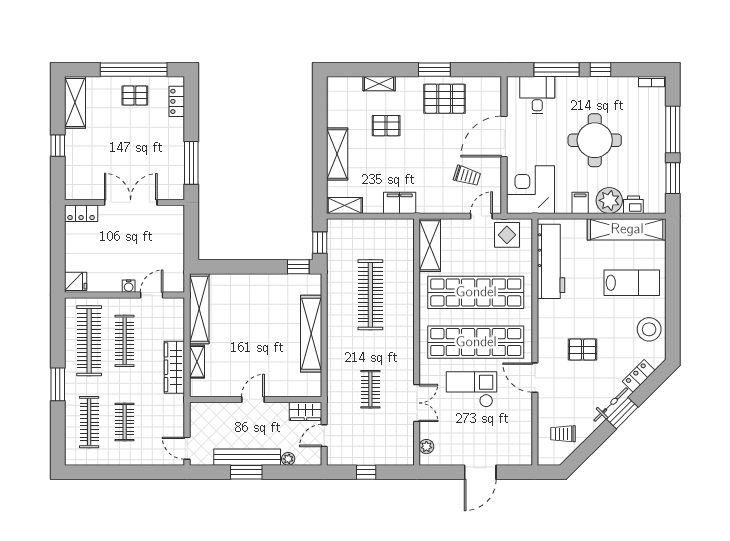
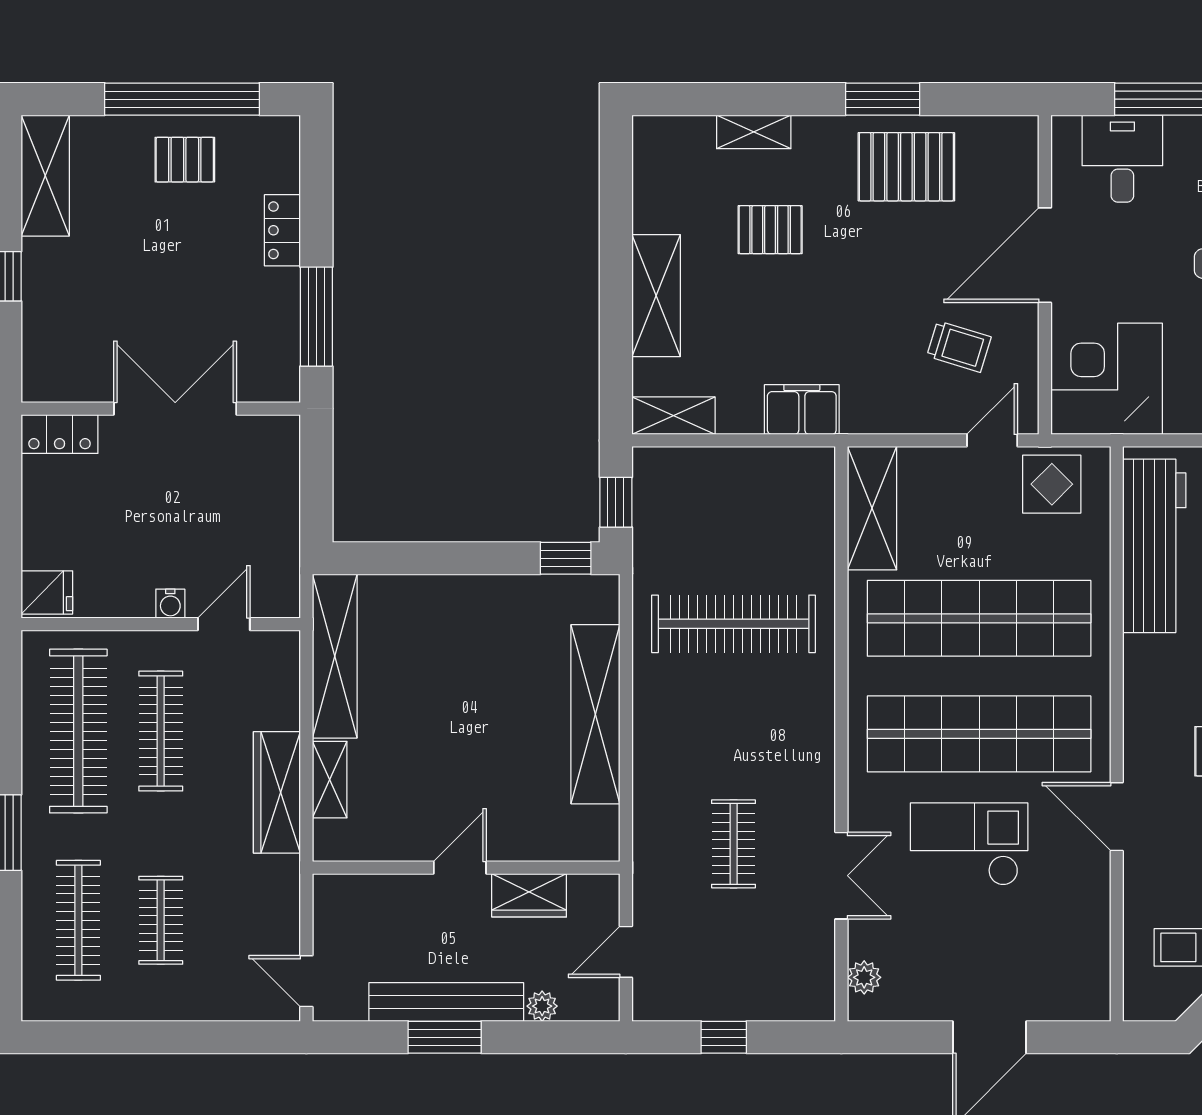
locker: (177, 101) -> (282, 230), moved
clothes rail: (370, 295) -> (734, 624), turned 90
wardrobe: (305, 411) -> (529, 895), moved

